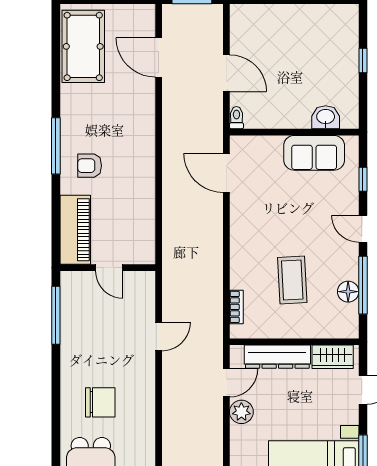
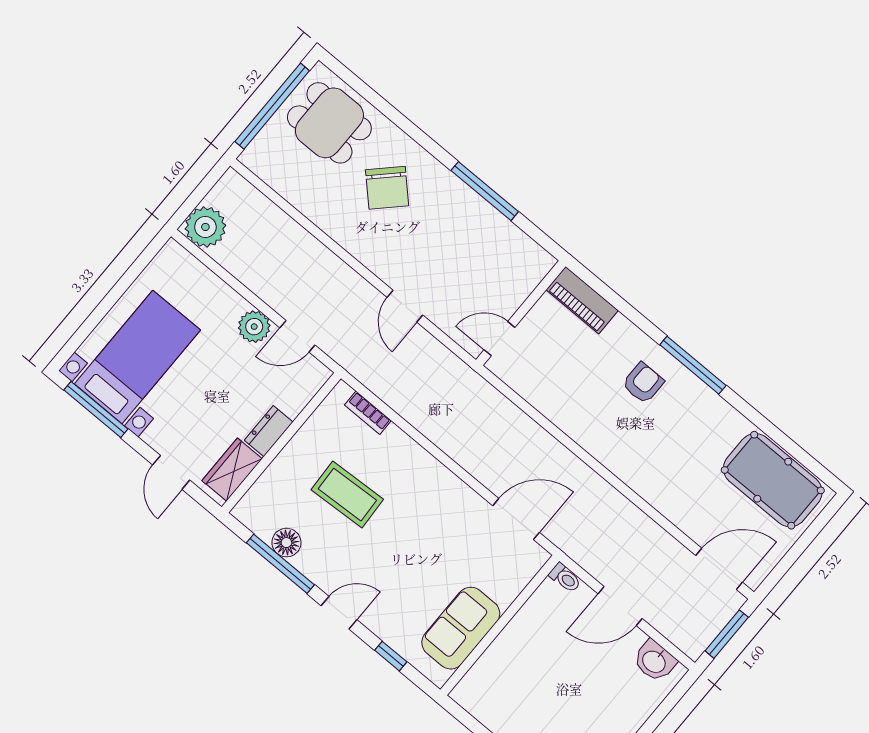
door: (159, 58) -> (719, 569), moved
washbasin: (326, 117) -> (655, 661), moved, turned 90
piano: (75, 230) -> (582, 300), width x0.73, depth x0.75
door: (109, 268) -> (499, 339), moved
window: (56, 315) -> (485, 191), moved
dresser: (277, 357) -> (269, 431), width x0.51, depth x0.80
door: (226, 383) -> (297, 336), hinge flipped
chair: (100, 402) -> (387, 188), turned -45

